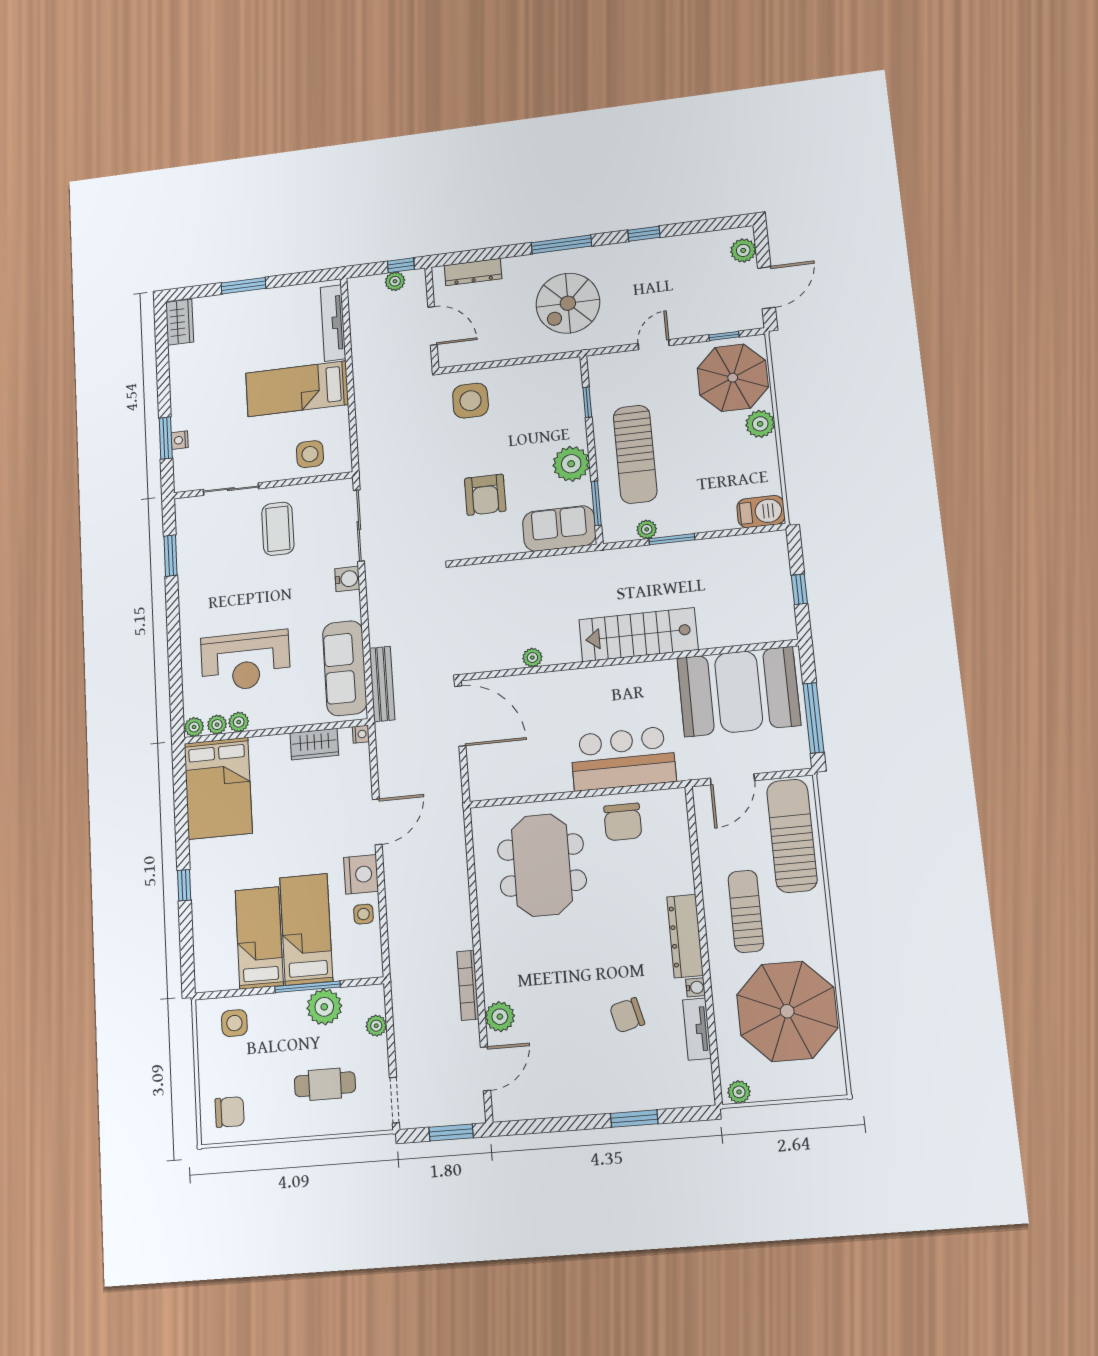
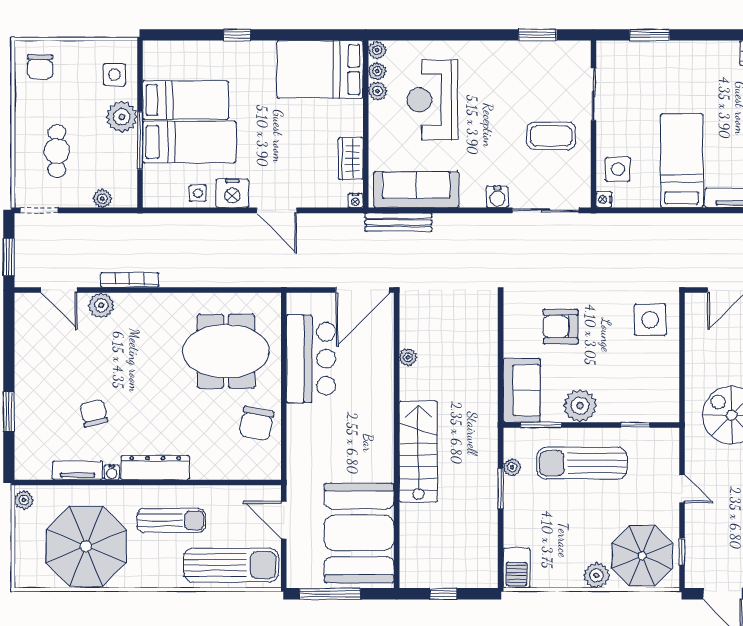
nightstand: (180, 440) -> (604, 200), moved, turned -90
bar counter: (623, 759) -> (311, 359), moved
chair: (623, 822) -> (256, 424), turned -79
plant: (324, 1007) -> (122, 117), moved

